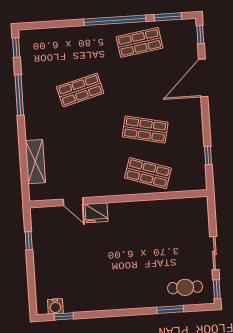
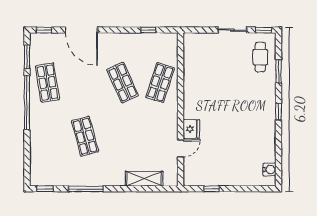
shop shelf: (145, 130) -> (123, 83), turned -36
window: (64, 316) -> (278, 112), moved

